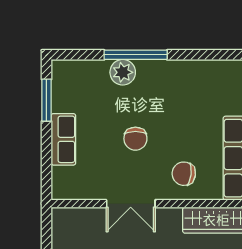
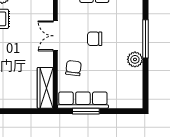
plant: (123, 72) -> (135, 59), moved

